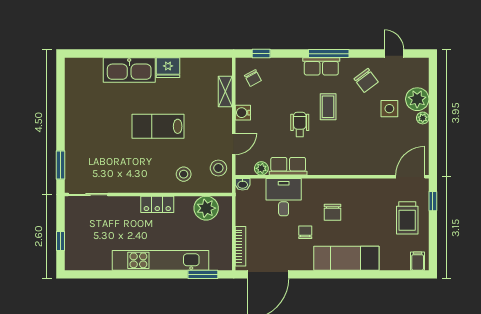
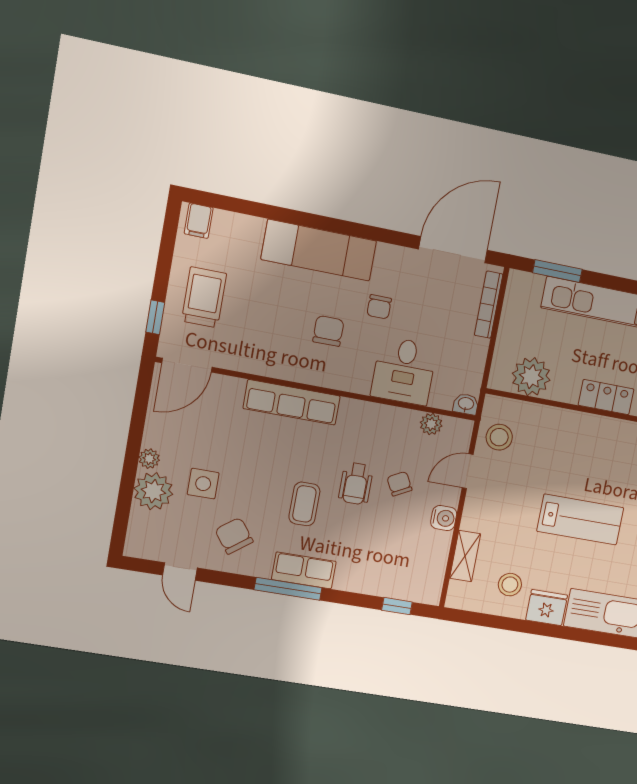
chair: (253, 78) -> (399, 484), moved
row of seats: (288, 166) -> (292, 402), moved, width x1.48
stool: (184, 174) -> (510, 585), moved

